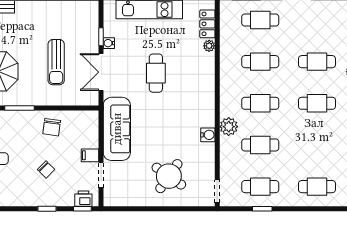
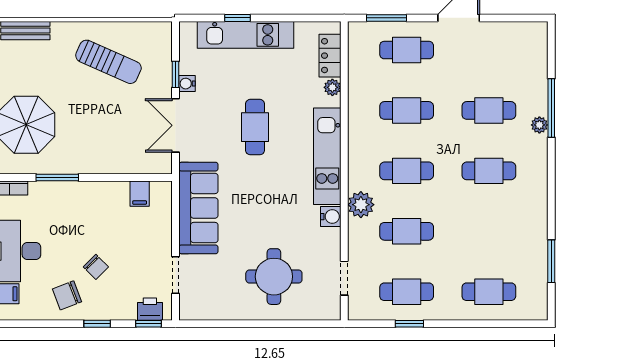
sun lounger: (56, 62) -> (108, 62), moved, turned -66
kitchen unit: (206, 93) -> (327, 156), added
chair: (52, 127) -> (67, 295), moved, turned 61
filing cabinet: (90, 155) -> (140, 194), moved, turned -90
round table: (169, 176) -> (274, 277), turned -35
doorway: (217, 191) -> (344, 278), moved

